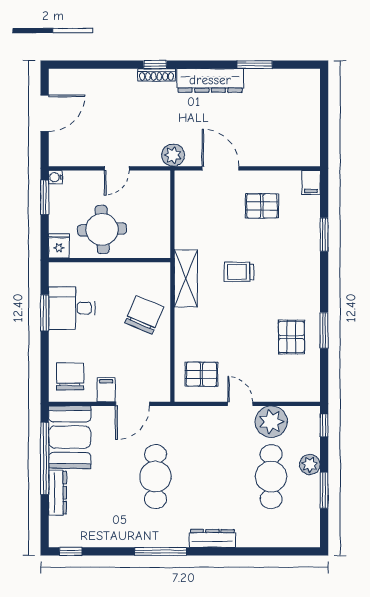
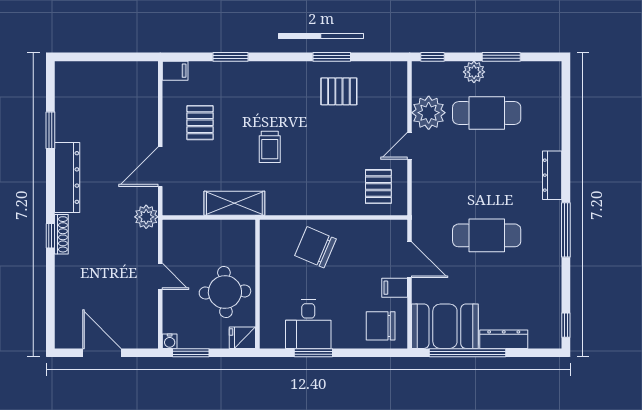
shelving: (186, 278) -> (234, 203), moved

